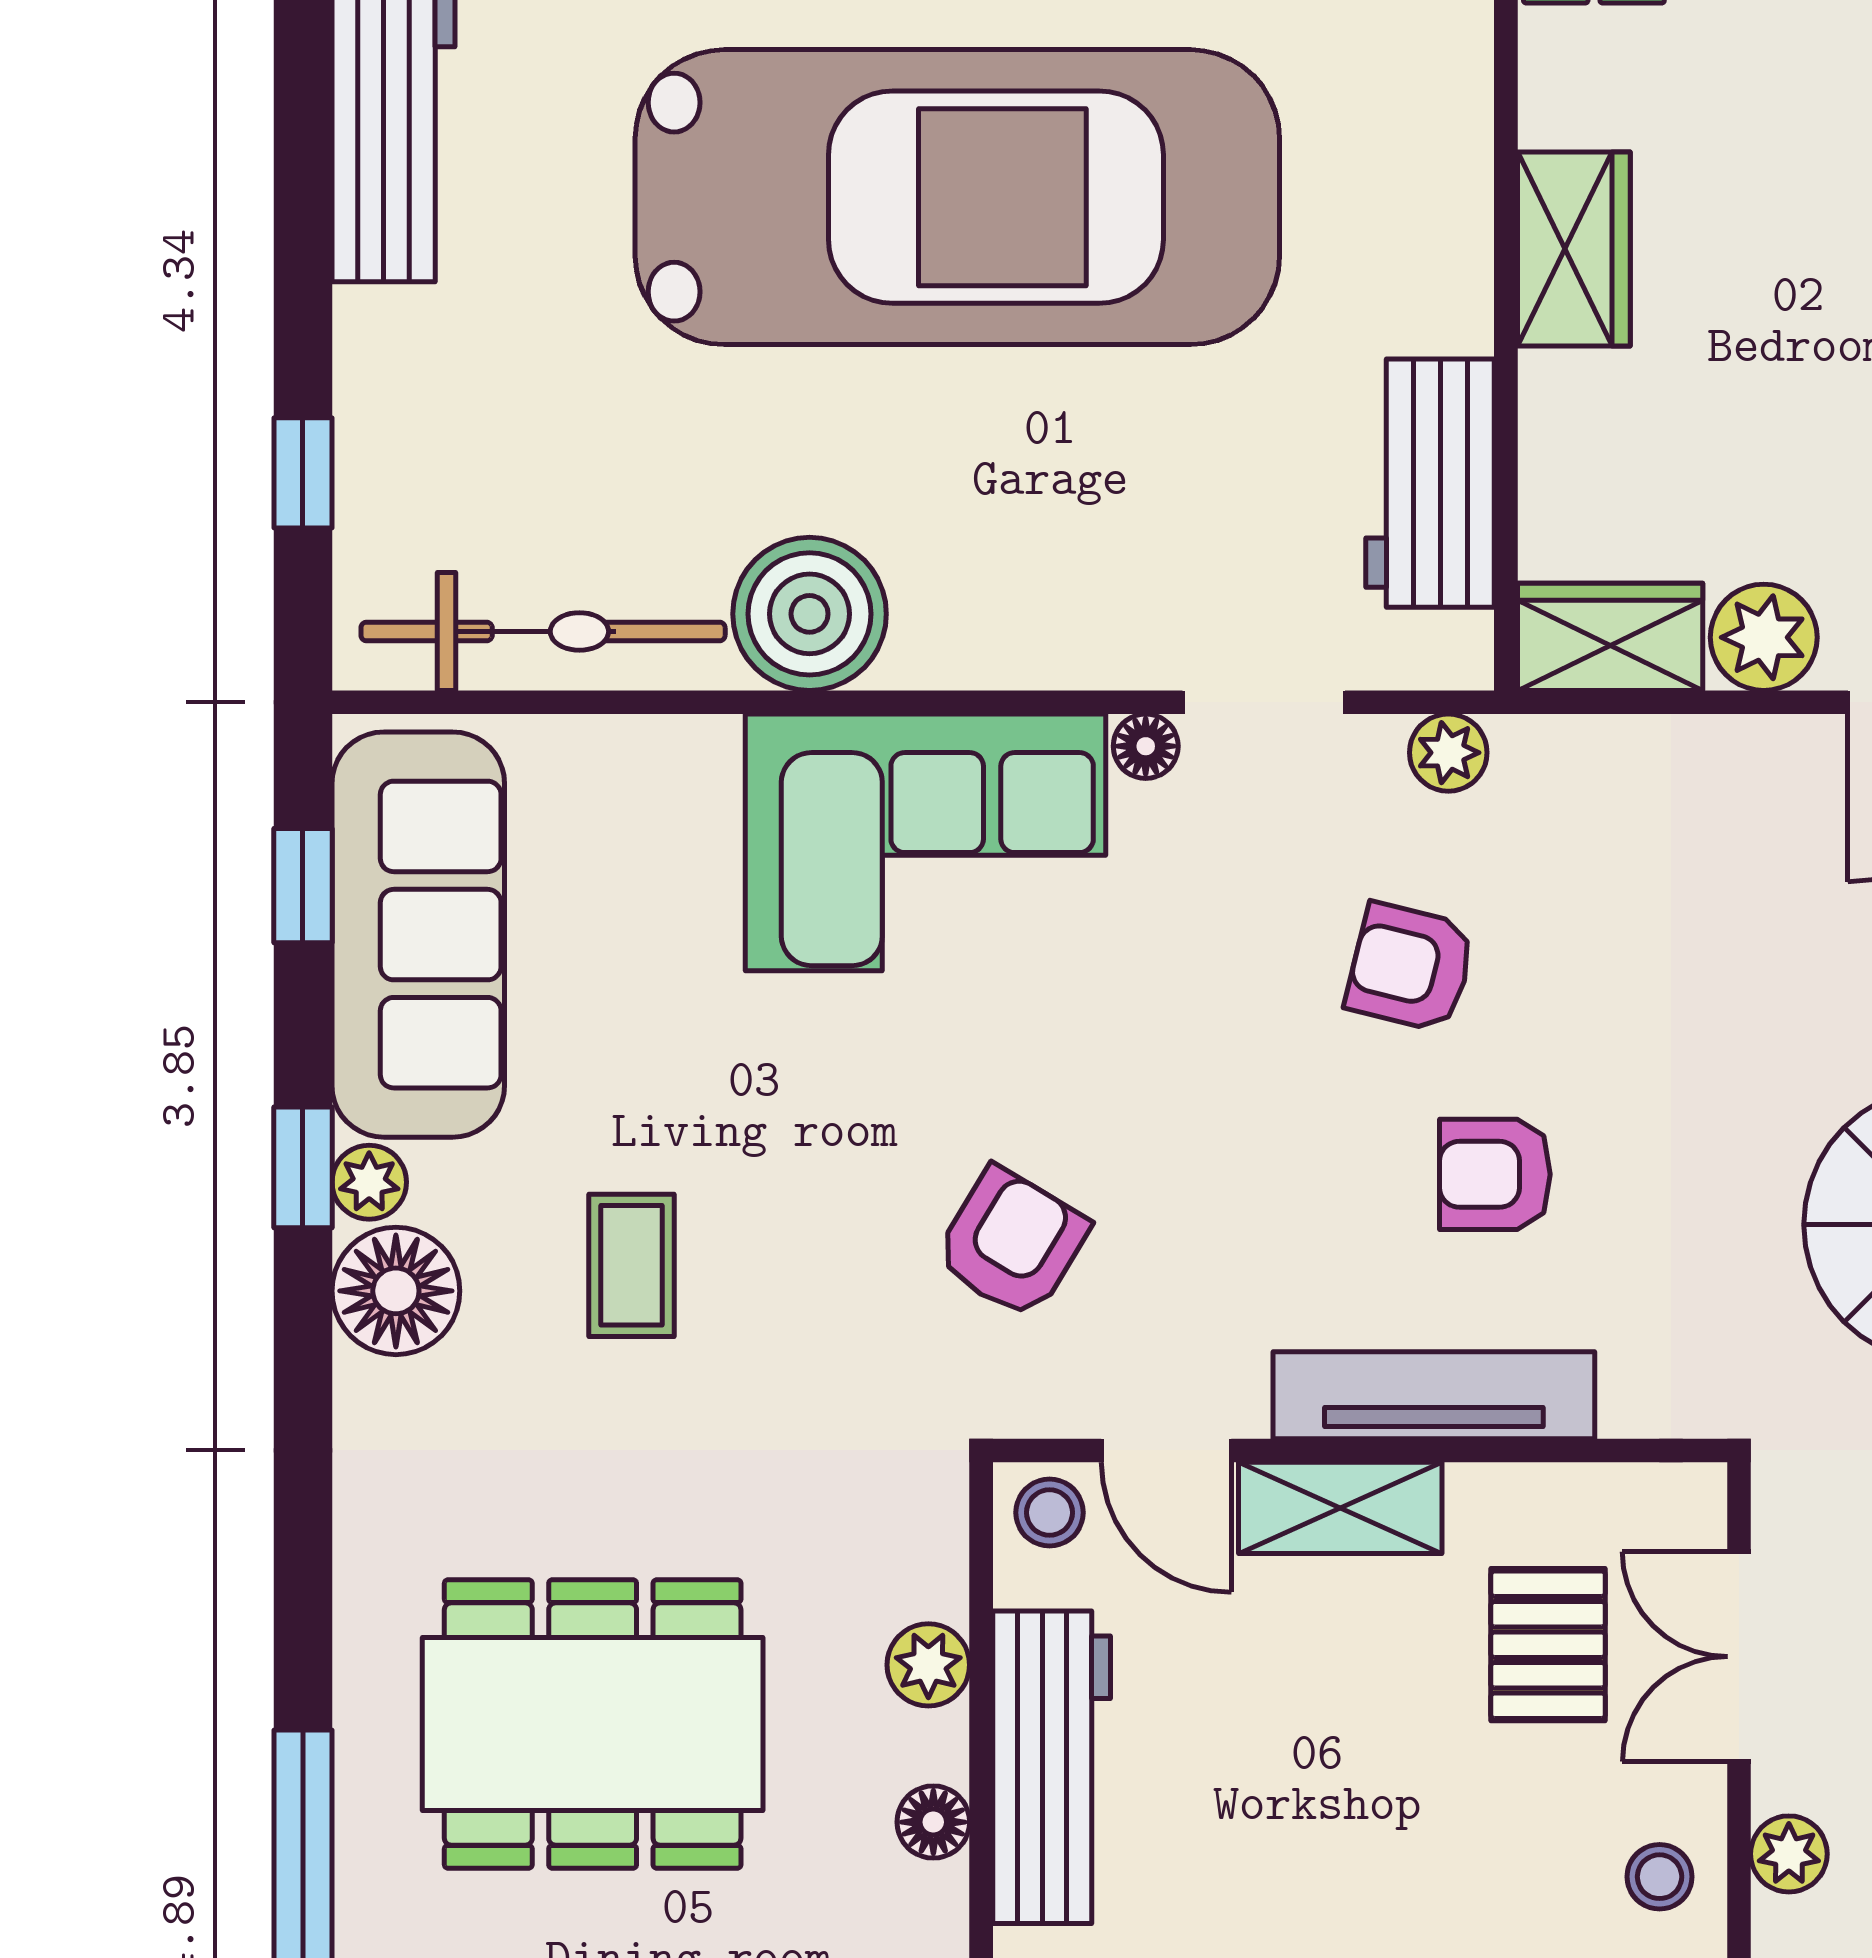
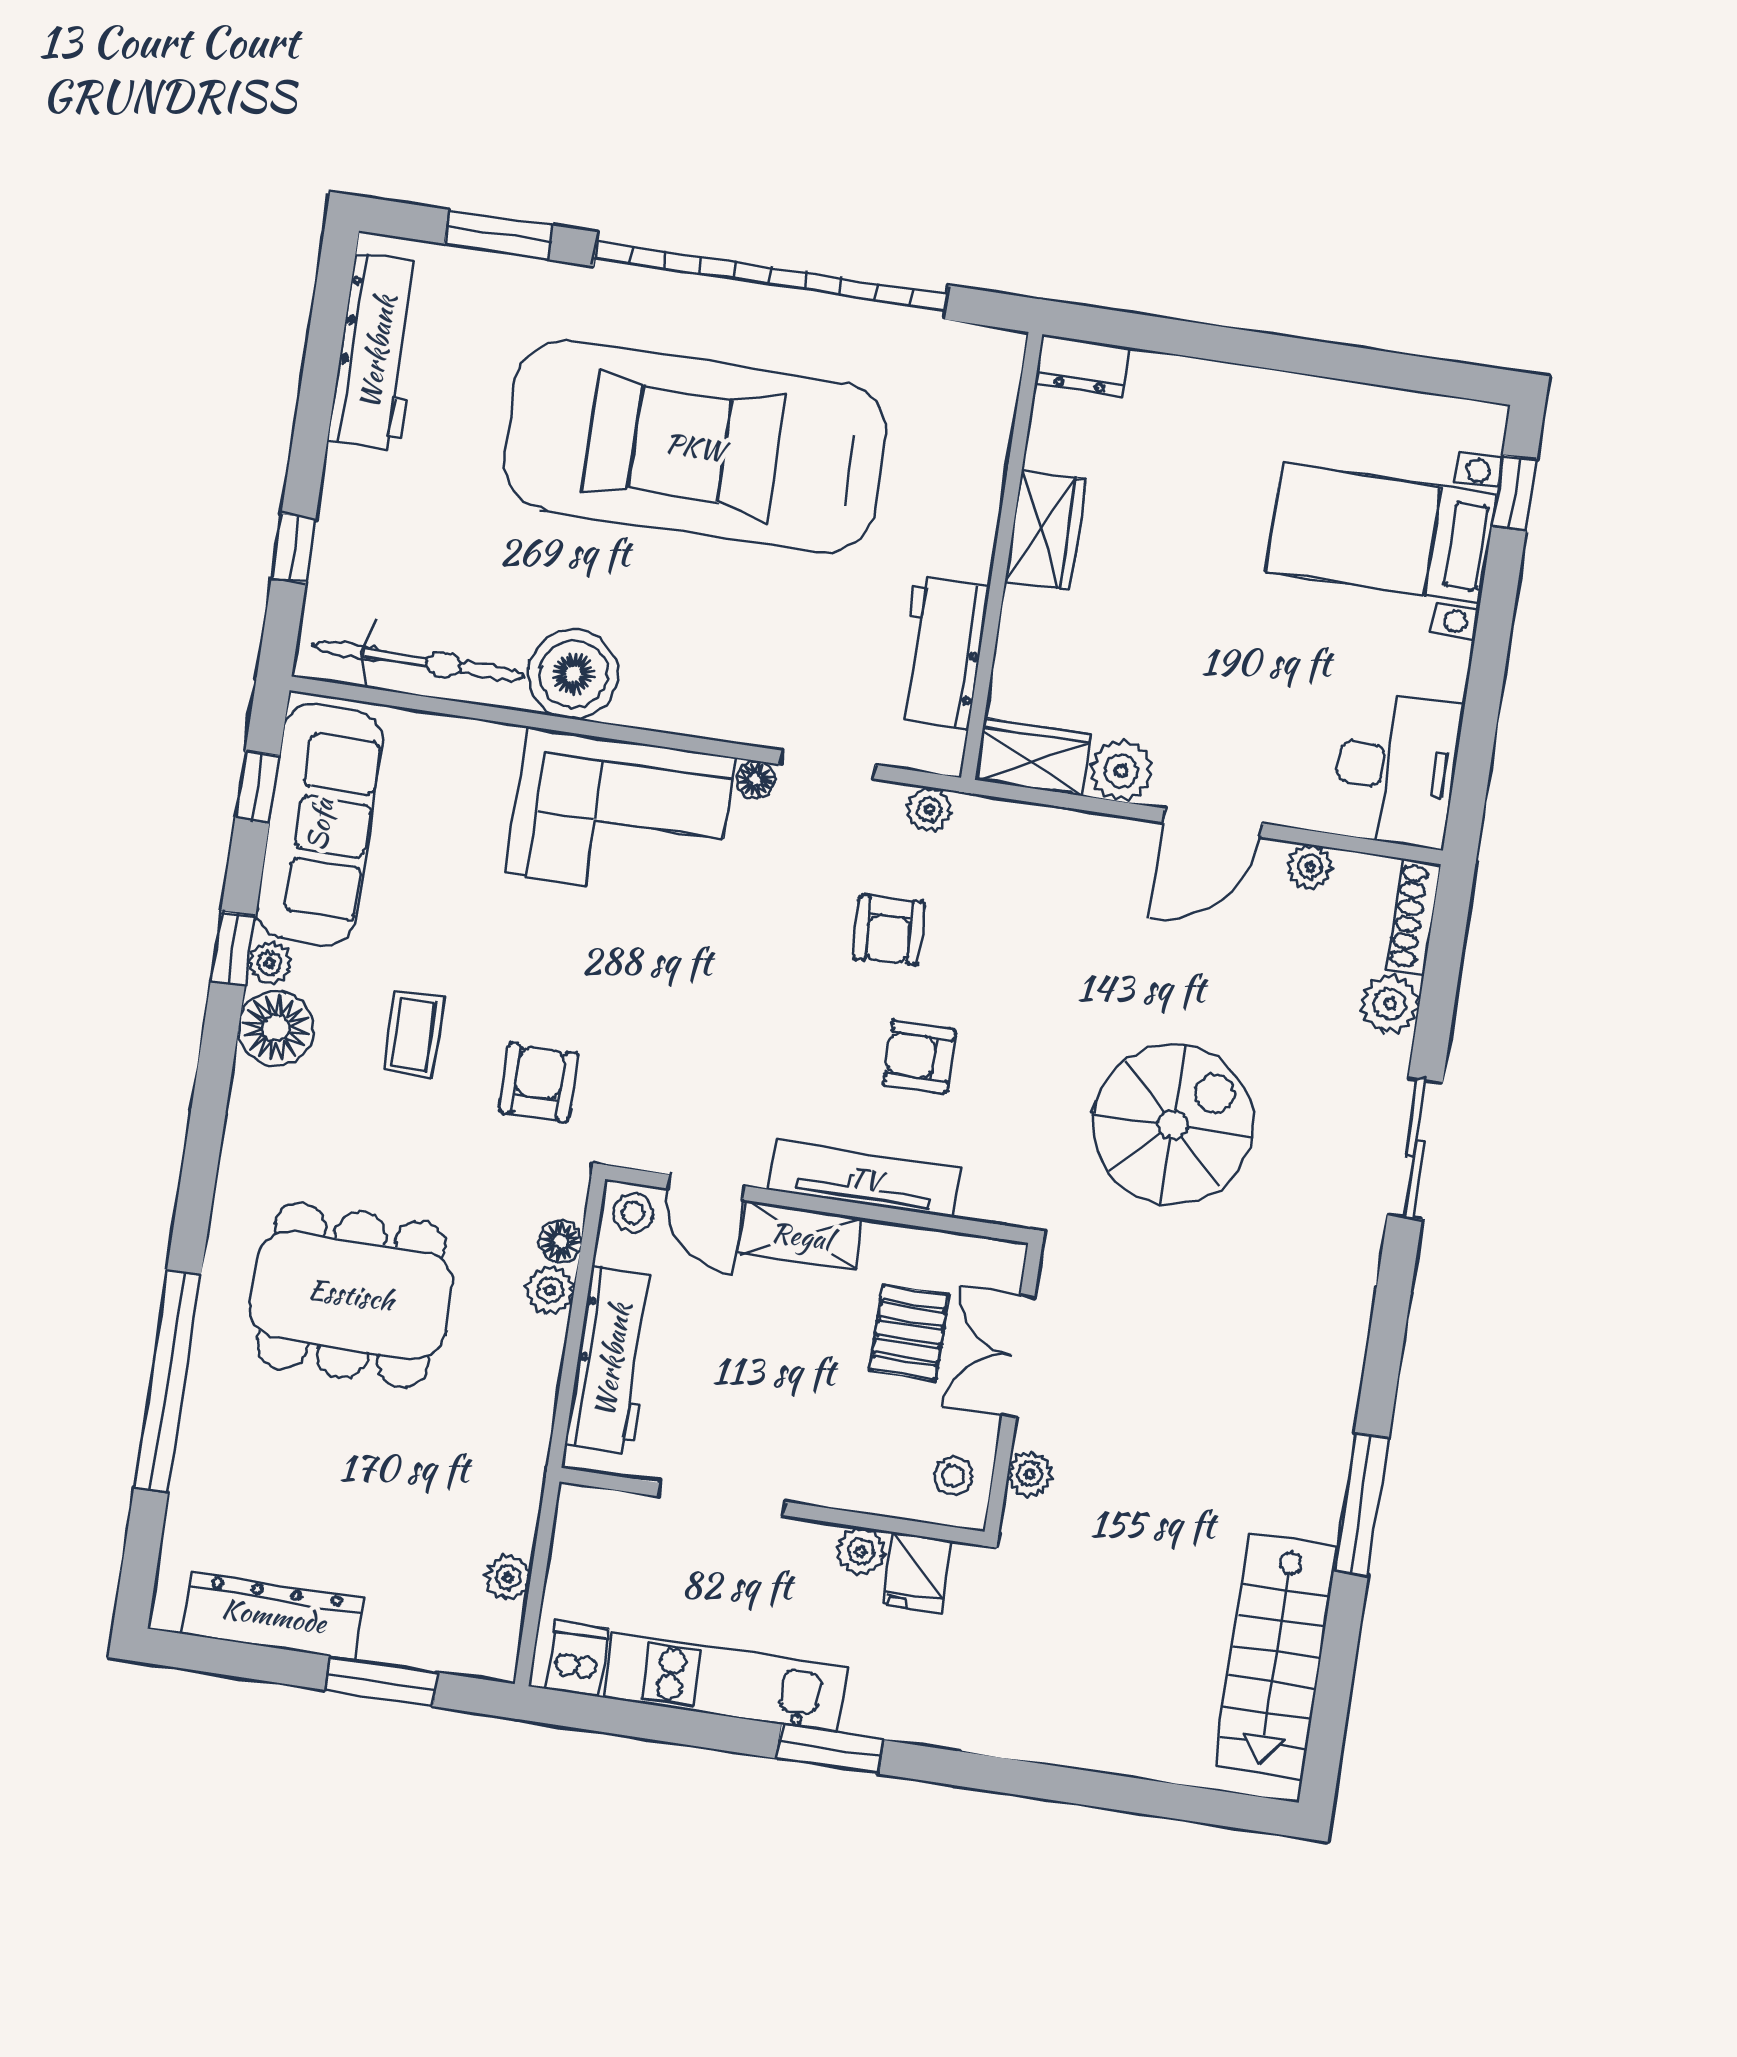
car: (957, 197) -> (695, 447), turned 180
armchair: (1410, 967) -> (889, 930), turned -107
armchair: (1012, 1243) -> (539, 1083), moved, turned -31
floor lamp: (933, 1822) -> (560, 1241), moved

